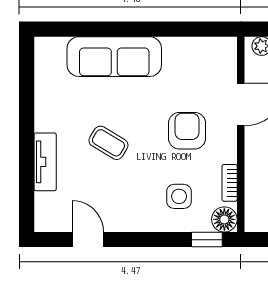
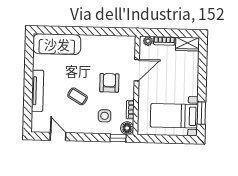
sofa: (114, 57) -> (57, 44), moved
coffee table: (108, 143) -> (77, 96), moved
tv unit: (45, 162) -> (38, 91), width x1.41

